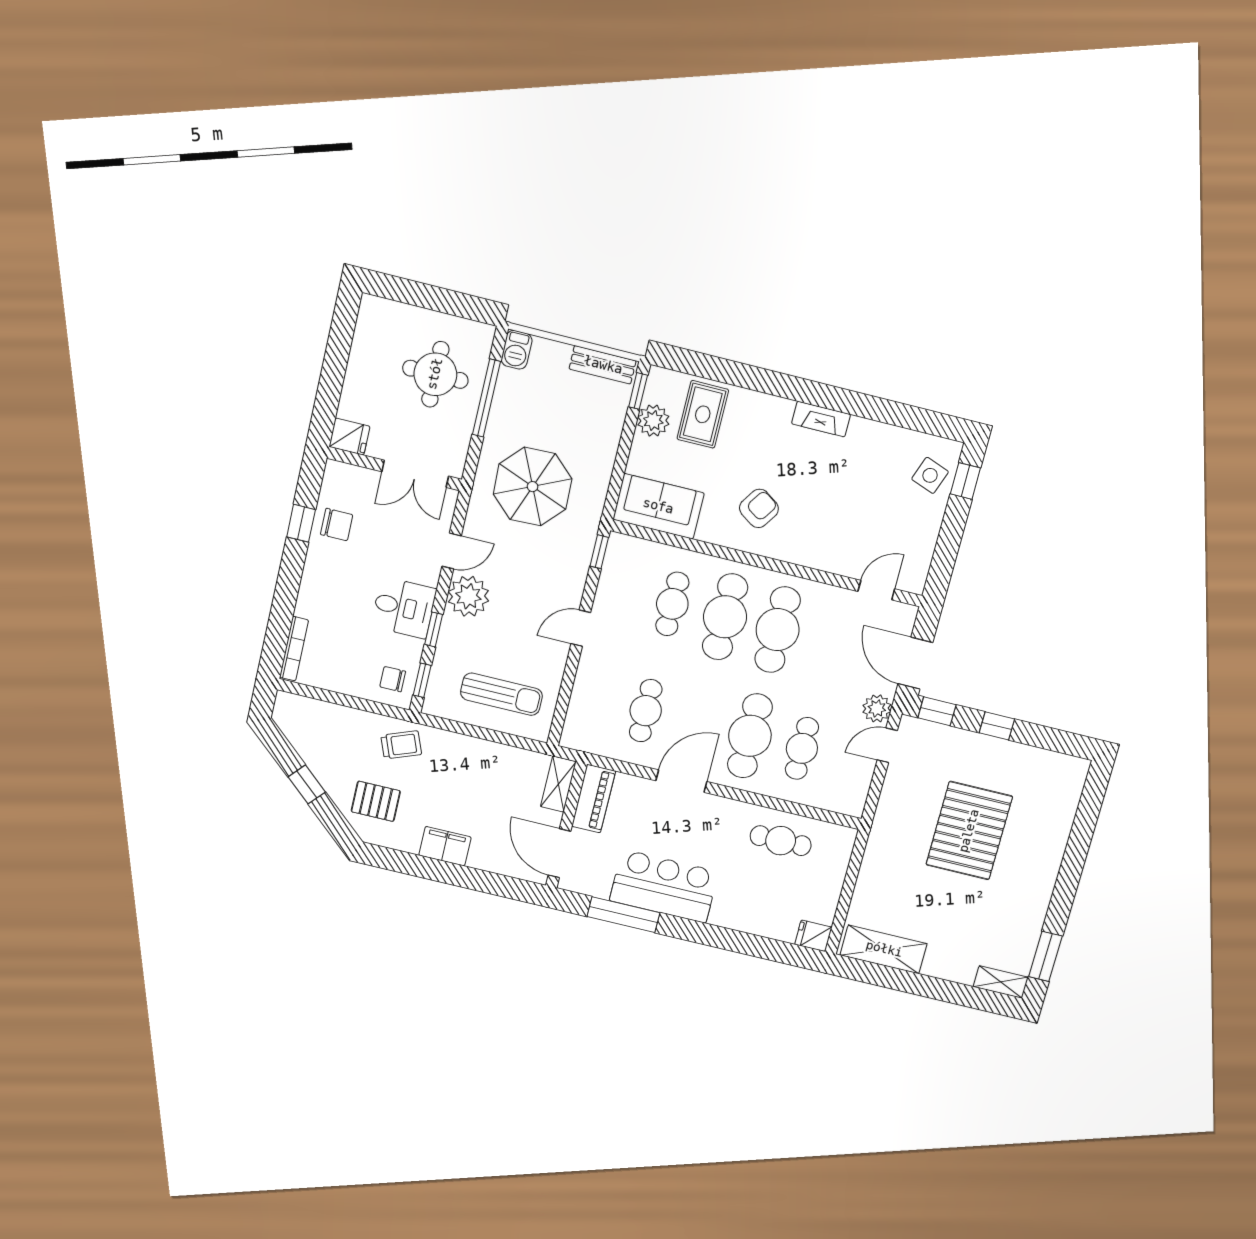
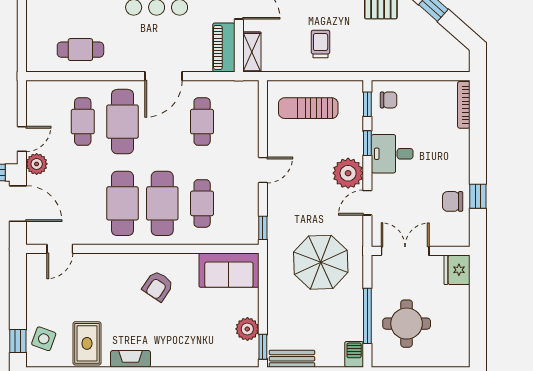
rug: (703, 414) -> (87, 343), moved
fridge: (349, 437) -> (457, 270), width x1.38
trolley: (401, 745) -> (321, 44), moved, turned 111

